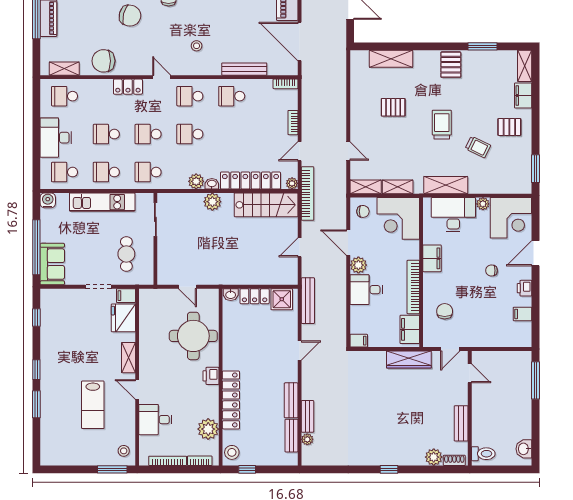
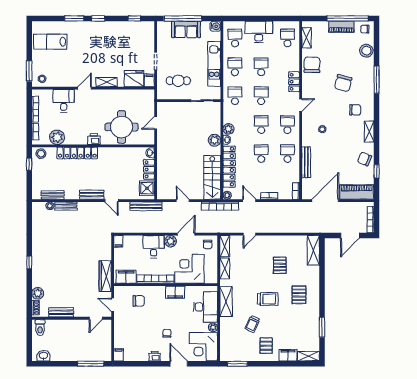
shelving: (391, 59) -> (313, 250), moved
pallet: (451, 65) -> (299, 295), moved, turned 90
school desk: (232, 134) -> (261, 154), added
corner desk: (398, 218) -> (189, 269), moved
sofa: (52, 264) -> (186, 29), moved
filing cabinet: (522, 314) -> (119, 355), moved
bench: (291, 400) -> (92, 195), moved
lab bench: (93, 405) -> (50, 42), moved

